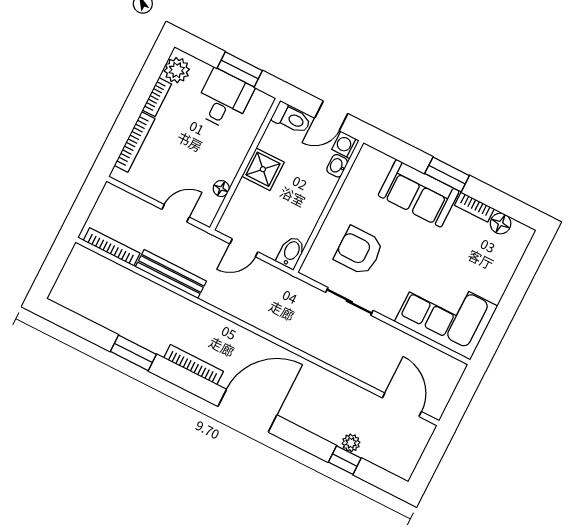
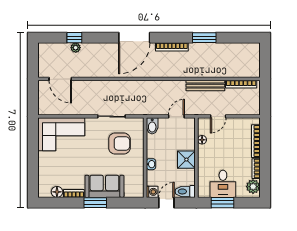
washbasin: (337, 166) -> (151, 164), moved

